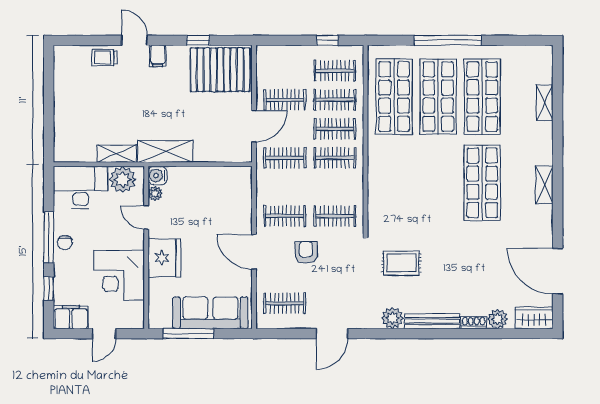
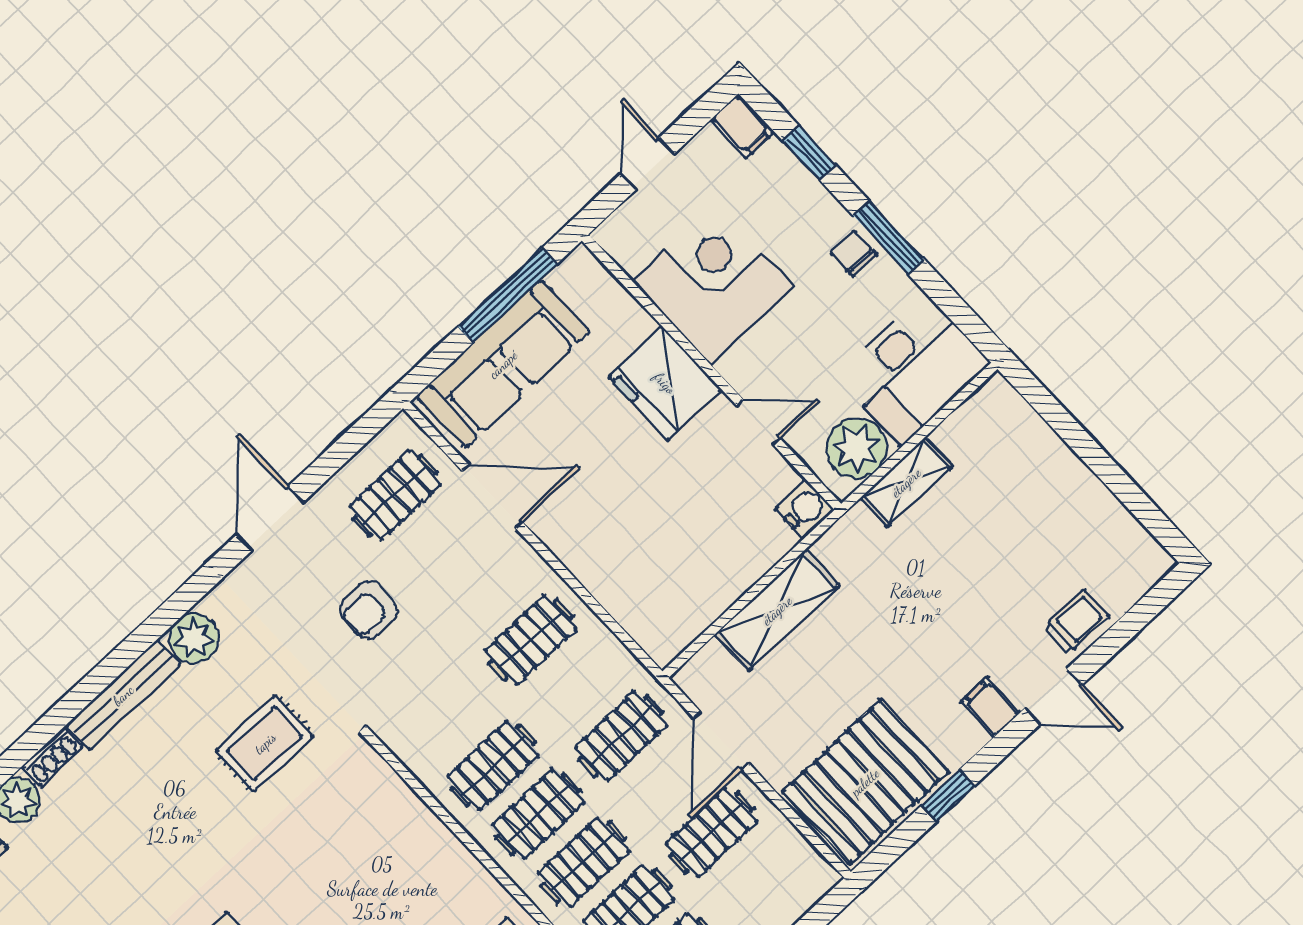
shelving: (165, 151) -> (777, 610), moved
plant: (155, 194) -> (780, 476), removed
clothes rail: (335, 216) -> (493, 766), moved
window: (49, 237) -> (888, 237), width x0.69
door: (254, 252) -> (492, 496), moved
armchair: (306, 253) -> (369, 610), moved, turned 90
filing cabinet: (71, 317) -> (742, 126), width x0.50

